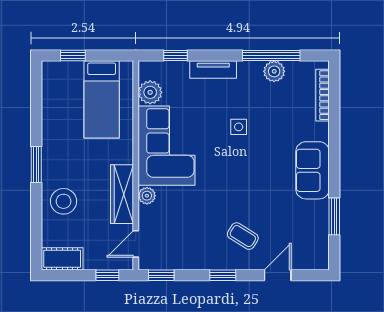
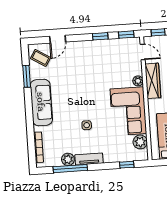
tv unit: (213, 70) -> (89, 159), moved
sofa: (313, 170) -> (41, 102), width x1.36
coffee table: (243, 236) -> (40, 58), moved
door: (136, 244) -> (143, 52), hinge flipped
window: (223, 275) -> (100, 36), moved

